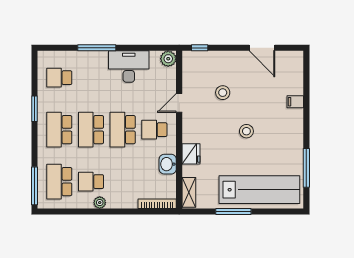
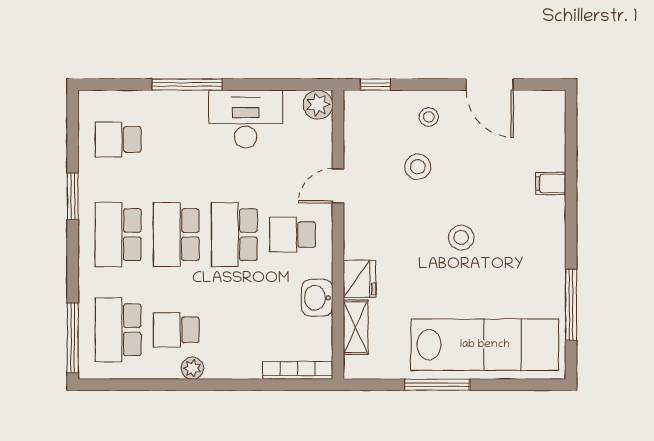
stool: (229, 65) -> (429, 117), added
shelving: (189, 192) -> (356, 327), moved

